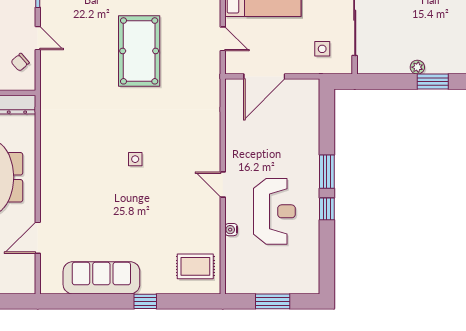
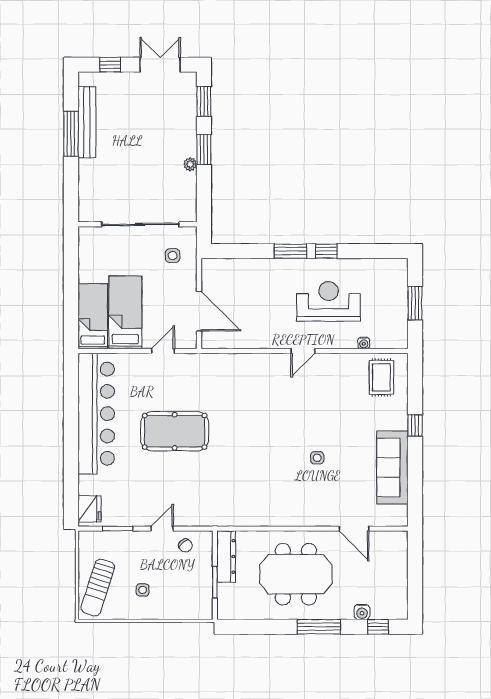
side table: (135, 159) -> (317, 458), moved
water cooler: (231, 230) -> (364, 343), moved

